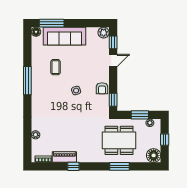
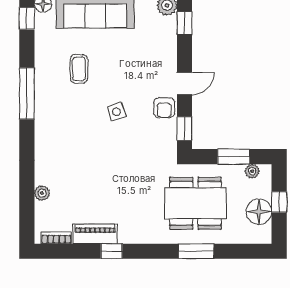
window: (27, 40) -> (27, 18), added
door: (113, 61) -> (185, 83), moved
floor lamp: (154, 155) -> (259, 212), moved

